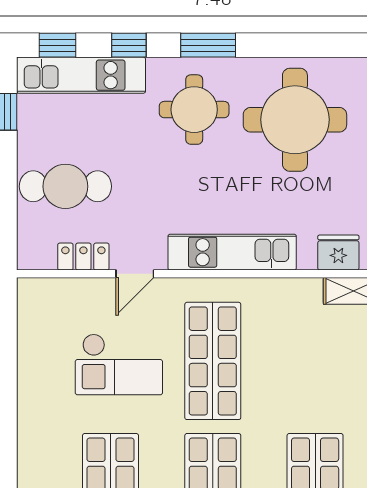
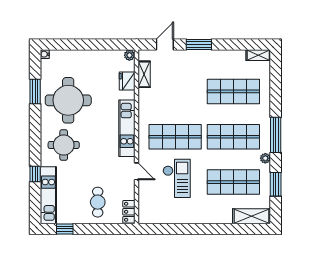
window: (57, 45) -> (35, 206), removed
window: (208, 45) -> (35, 91), moved
cafe table: (65, 186) -> (98, 202), width x0.73, depth x0.74
locker: (83, 257) -> (129, 212), moved

